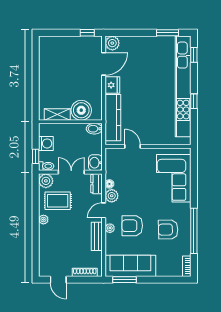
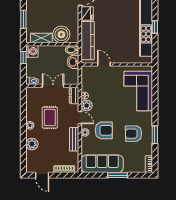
window: (36, 92) -> (23, 19), added
washing machine: (46, 143) -> (32, 51), moved
window: (36, 156) -> (23, 58), moved
washbasin: (95, 163) -> (73, 62), moved
plant: (46, 181) -> (32, 144), moved
rug: (58, 201) -> (50, 118), moved, turned 90
door: (104, 210) -> (80, 118), swing flipped
armchair: (132, 226) -> (104, 130), turned 180
window: (194, 231) -> (155, 135), width x0.47
window: (125, 280) -> (118, 175), moved

